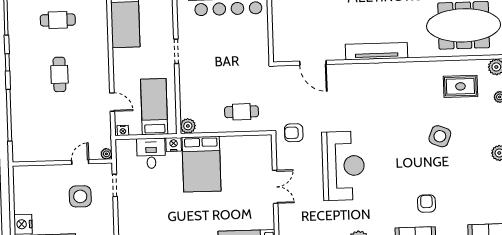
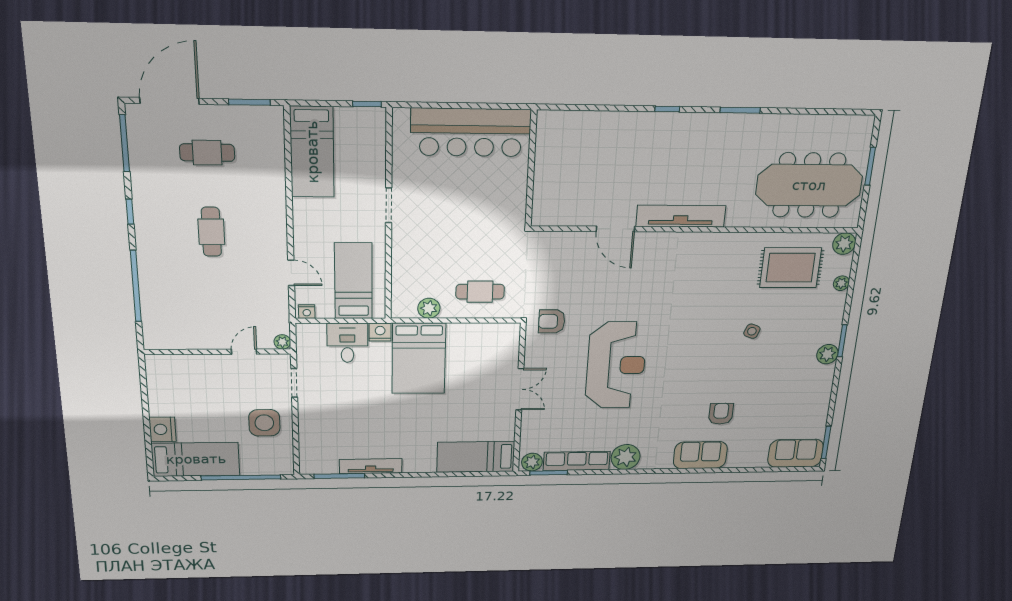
door: (313, 63) -> (615, 229), moved
rug: (460, 86) -> (791, 268), width x1.36, depth x1.43
plant: (188, 126) -> (429, 308), moved
side table: (440, 136) -> (752, 331), width x0.54, depth x0.54
side table: (80, 196) -> (264, 423), moved

